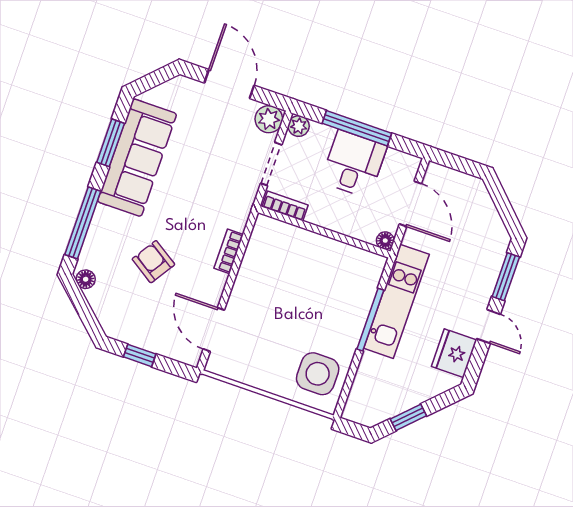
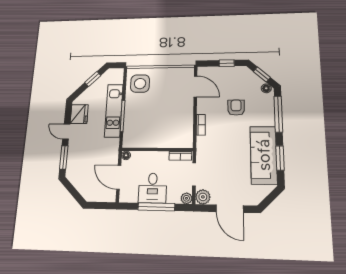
armchair: (153, 262) -> (236, 108), turned -123
kitchen unit: (397, 301) -> (114, 111), moved
window: (83, 309) -> (262, 75), added

